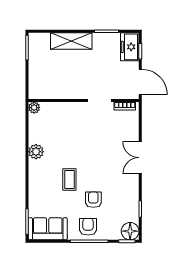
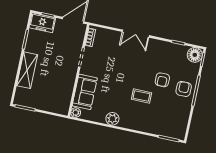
armchair: (93, 200) -> (162, 80), turned -90
armchair: (88, 227) -> (184, 89), turned 90
sofa: (48, 229) -> (85, 92), moved, turned 180

